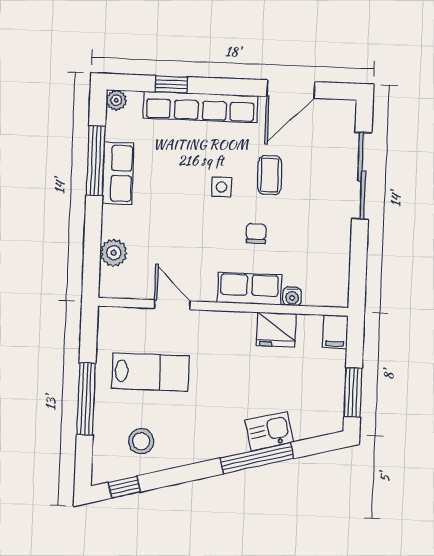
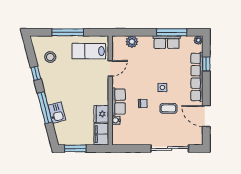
filing cabinet: (335, 332) -> (101, 134), width x2.00
lab bench: (151, 372) -> (89, 51), moved, turned 90
window: (124, 487) -> (36, 73), moved

